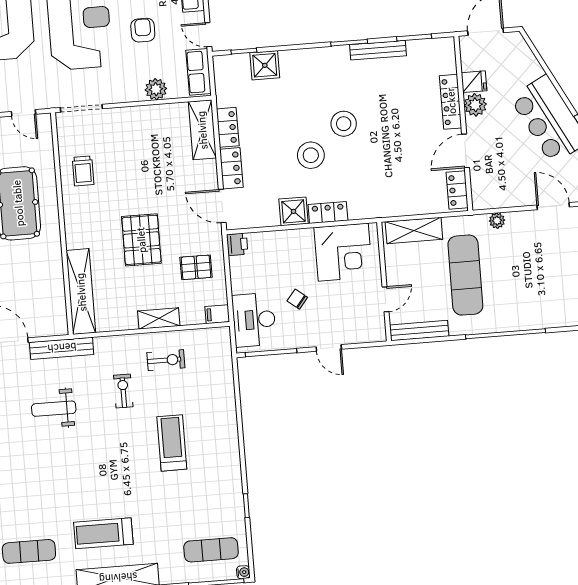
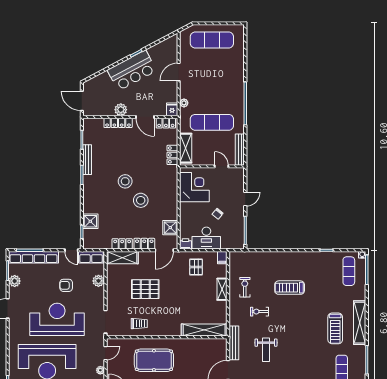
door: (208, 35) -> (71, 250), hinge flipped
fridge: (474, 82) -> (172, 109), moved
shower: (294, 211) -> (170, 228), moved
locker: (328, 213) -> (172, 155), moved
pallet: (141, 240) -> (145, 289), moved
desk: (254, 320) -> (206, 238), moved

